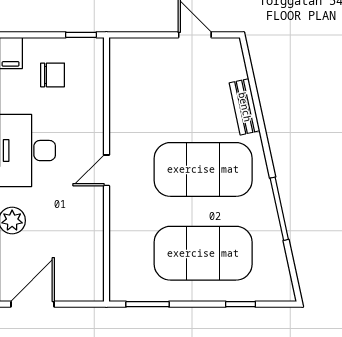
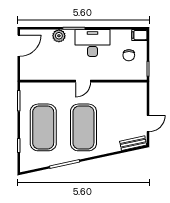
bench: (245, 107) -> (133, 143), moved
door: (106, 170) -> (83, 81), swing flipped
door: (32, 304) -> (19, 46), hinge flipped

